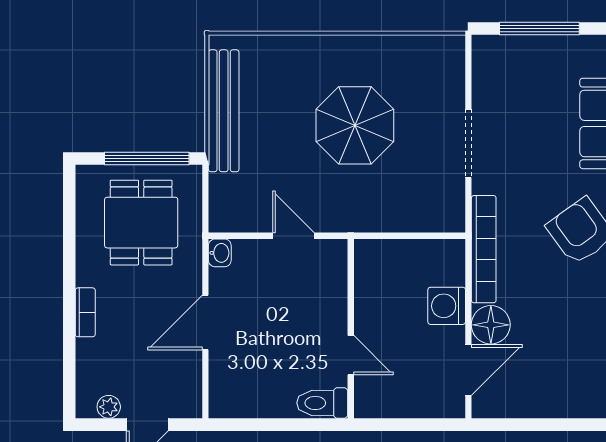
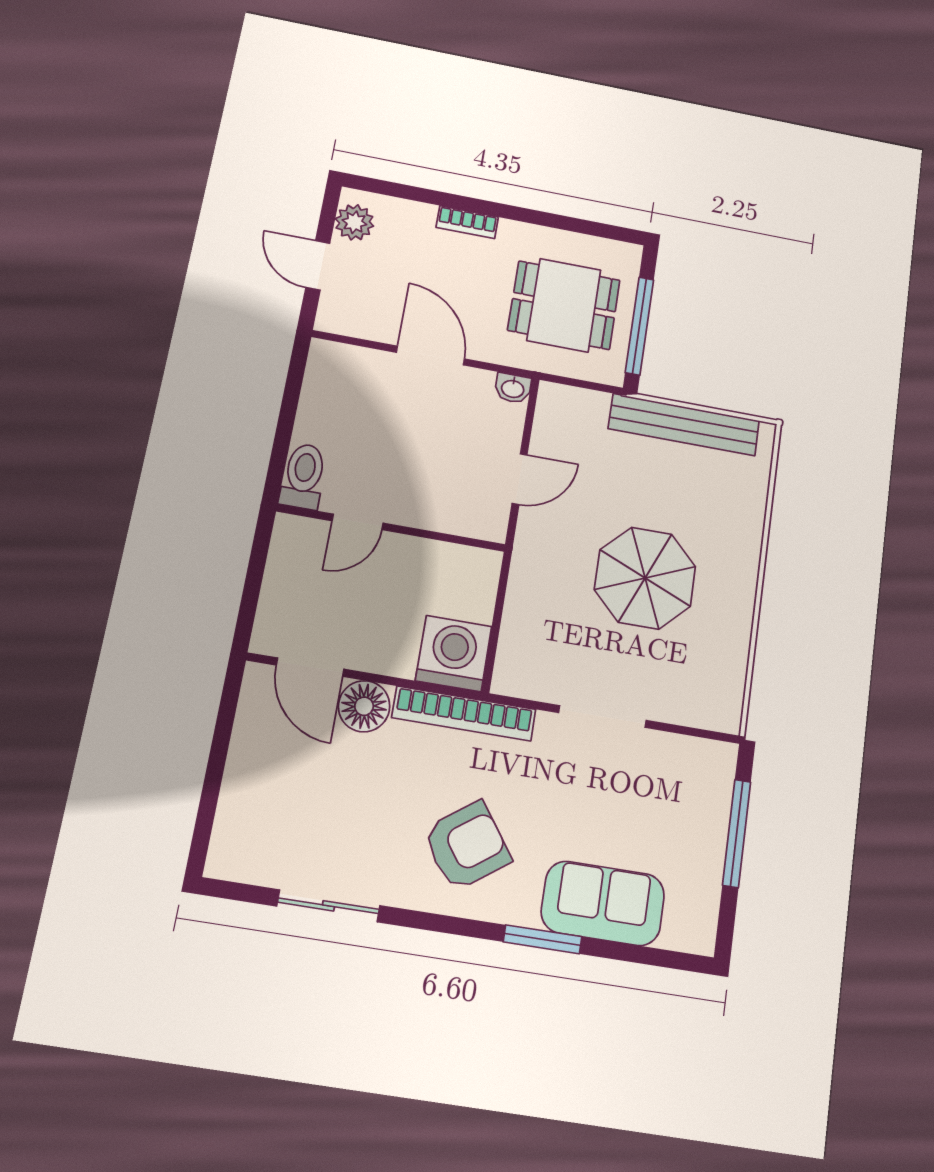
washing machine: (447, 306) -> (454, 654), moved, width x1.37, depth x1.37
plant: (109, 407) -> (354, 222), width x1.38, depth x1.38

